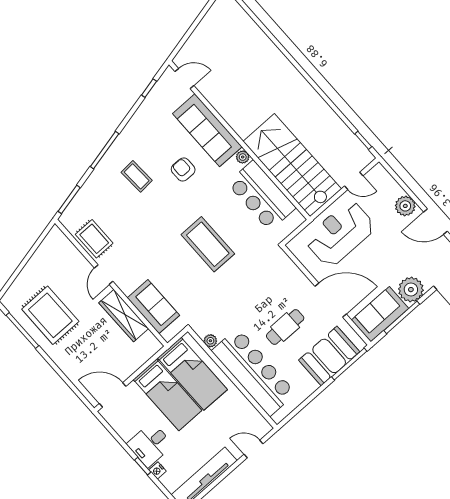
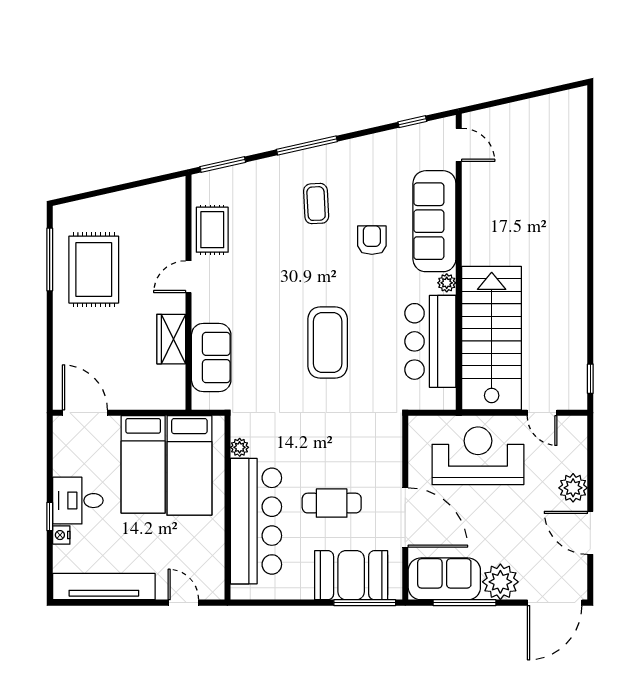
wardrobe: (124, 316) -> (171, 339), width x0.67

